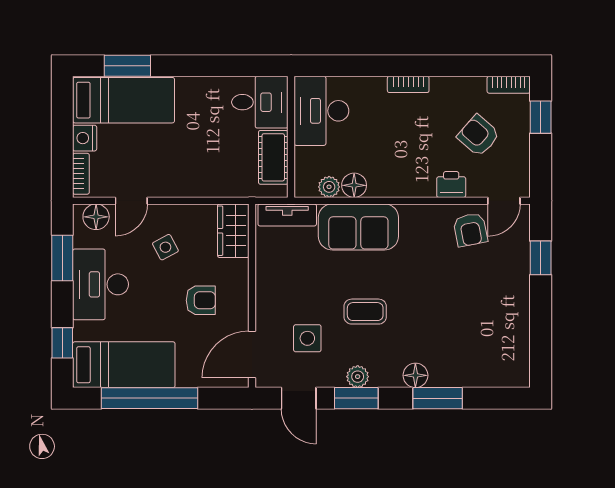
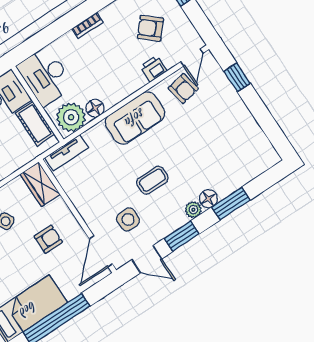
plant: (329, 187) -> (71, 117), width x1.87, depth x1.87
sofa: (358, 227) -> (135, 118), moved
plant: (358, 377) -> (193, 210), moved

